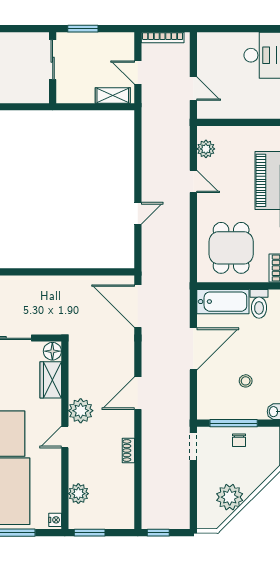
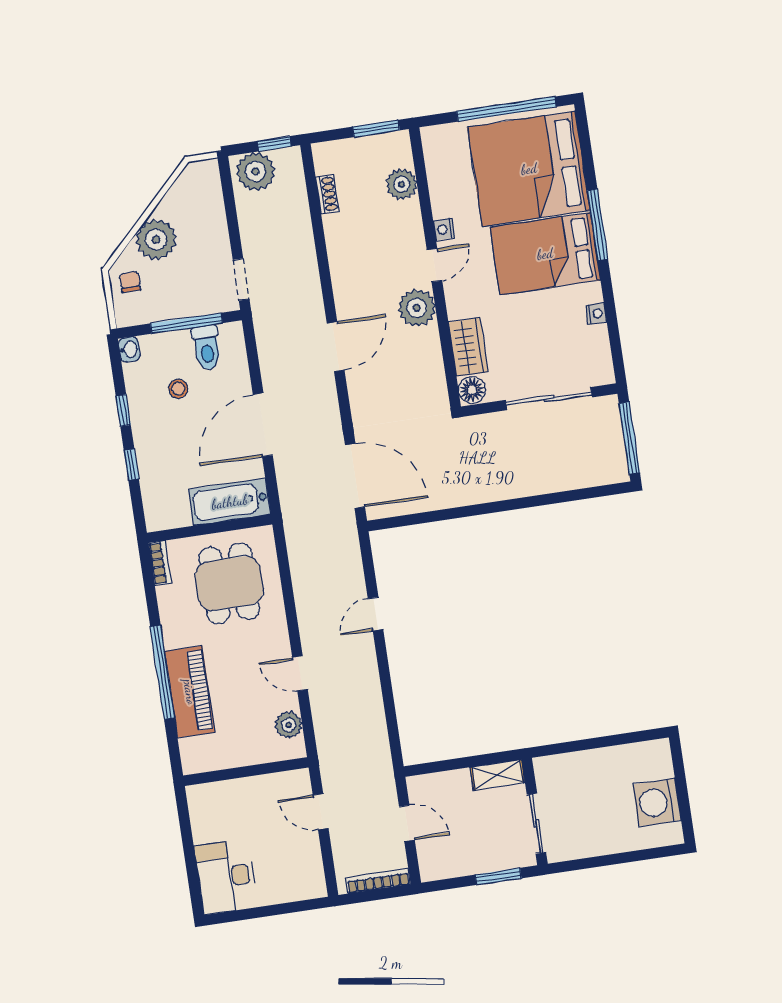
shelving: (113, 95) -> (497, 775), moved
toilet: (259, 304) -> (207, 348), moved, turned 180
chair: (239, 440) -> (130, 282), moved
shoe rack: (128, 451) -> (327, 194), moved
plant: (230, 497) -> (156, 239), moved
plant: (173, 516) -> (256, 171), added
nightstand: (55, 520) -> (444, 229), moved

